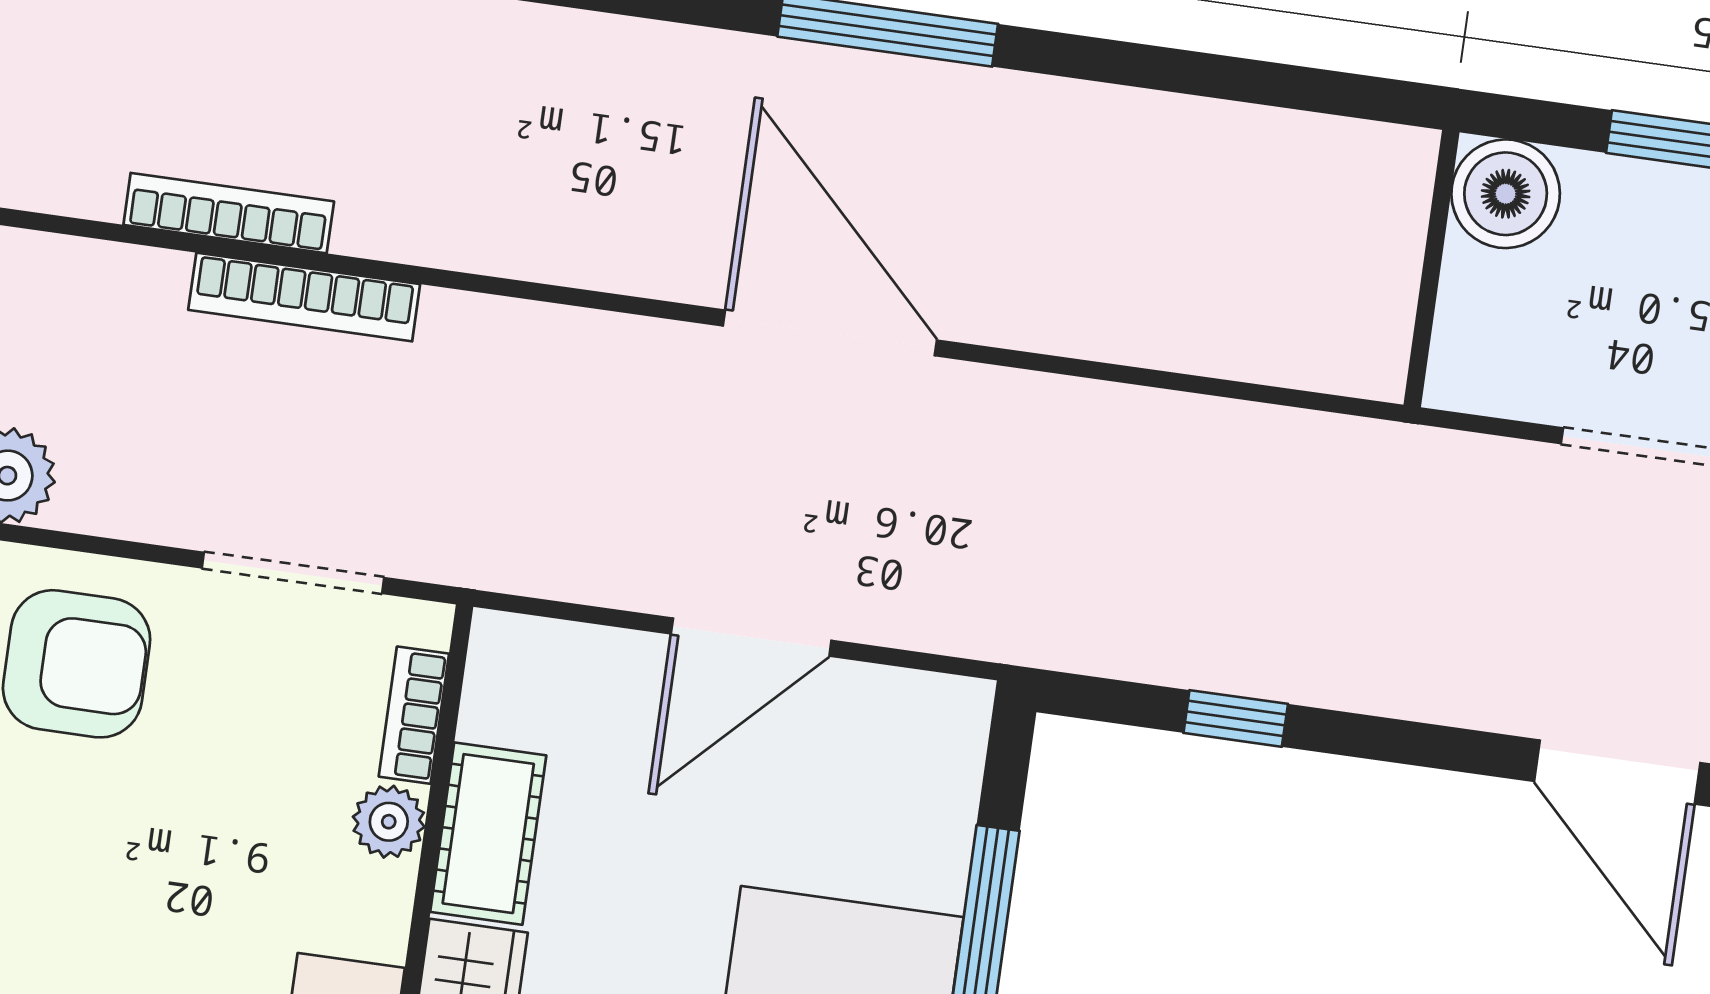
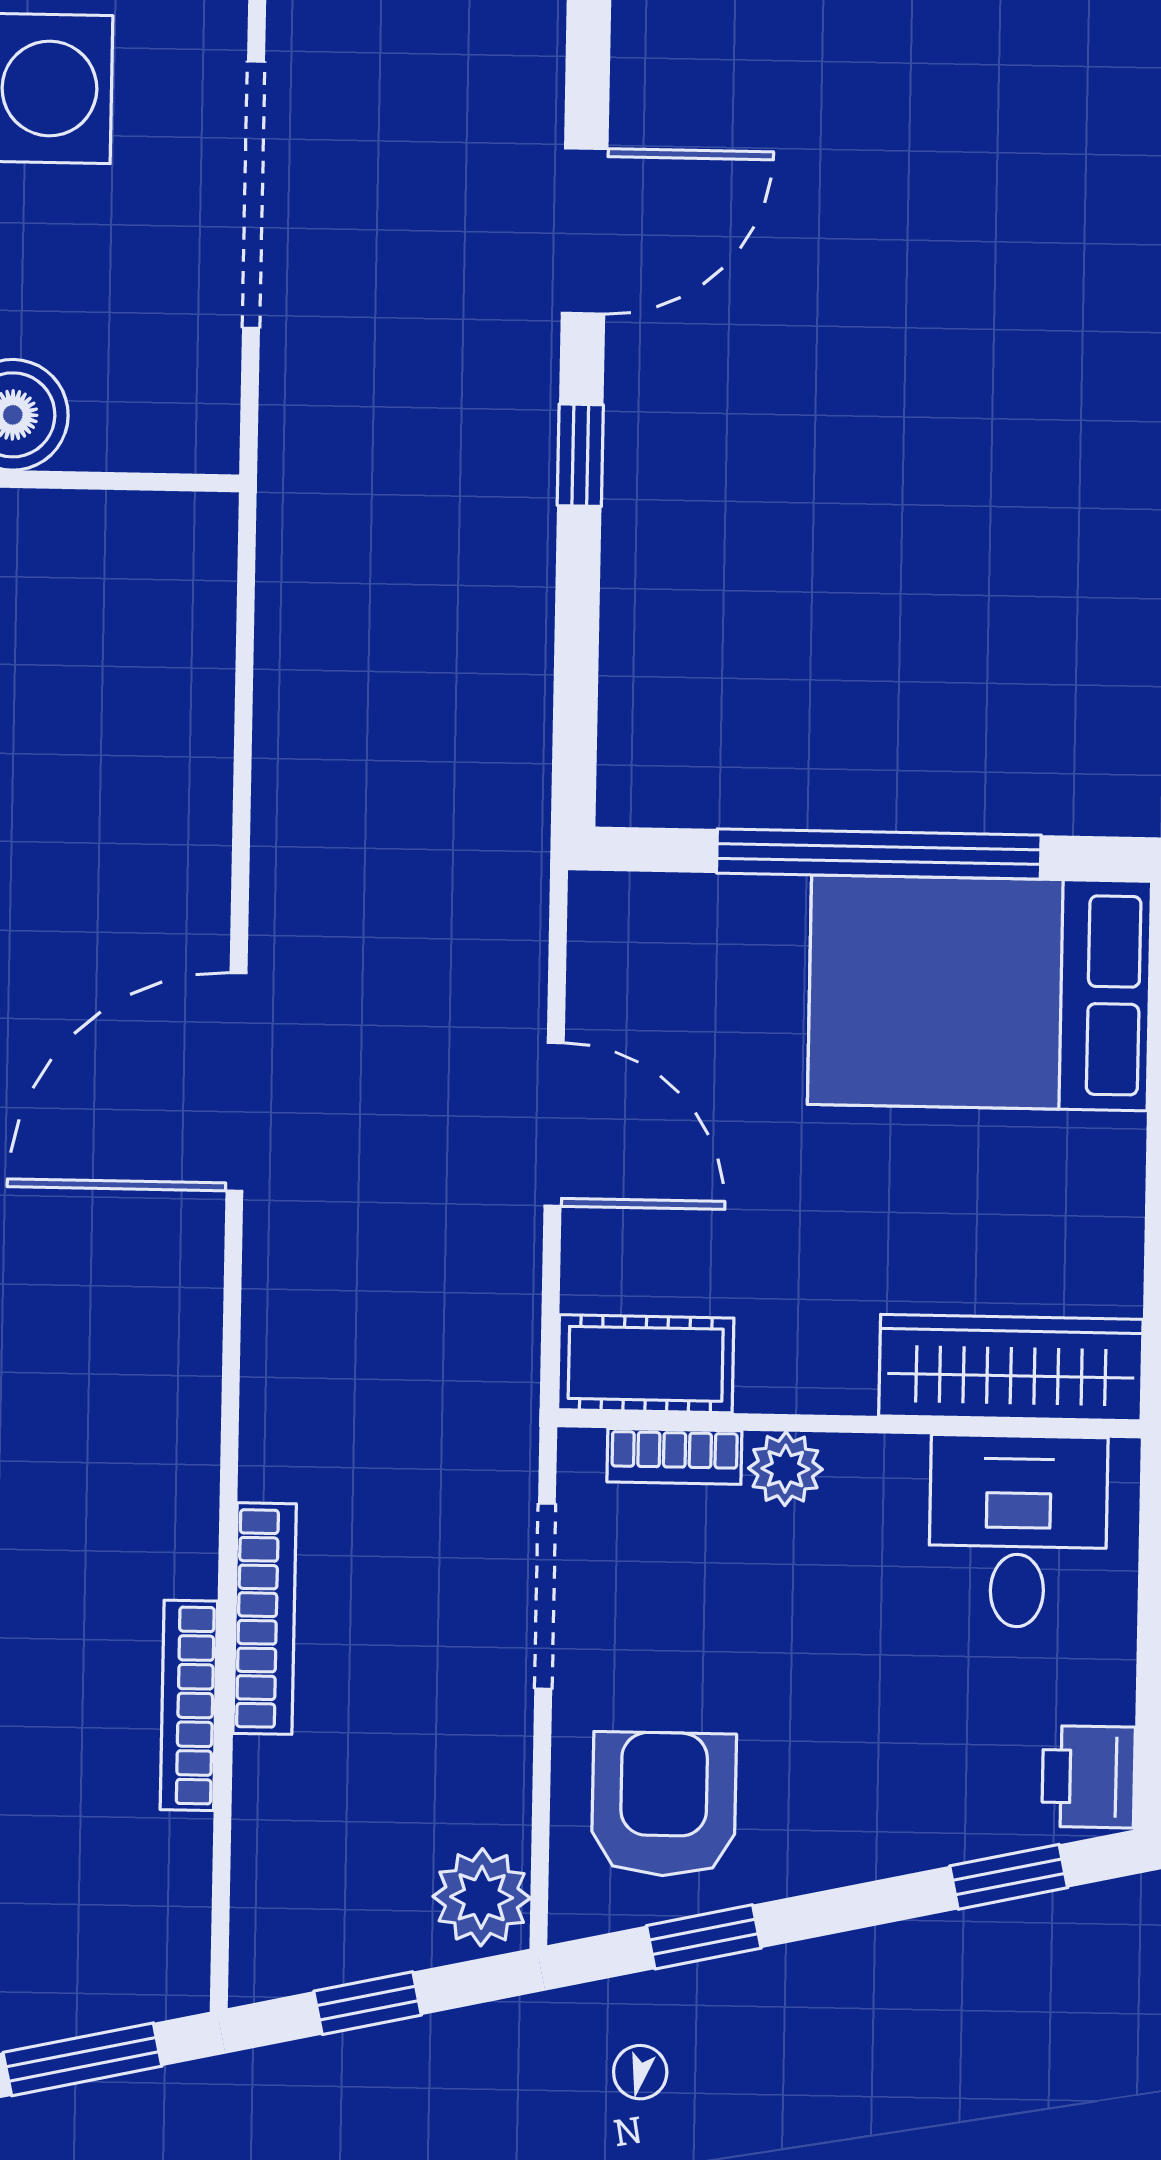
window: (1236, 718) -> (580, 455), moved
cot: (488, 834) -> (646, 1364), moved

